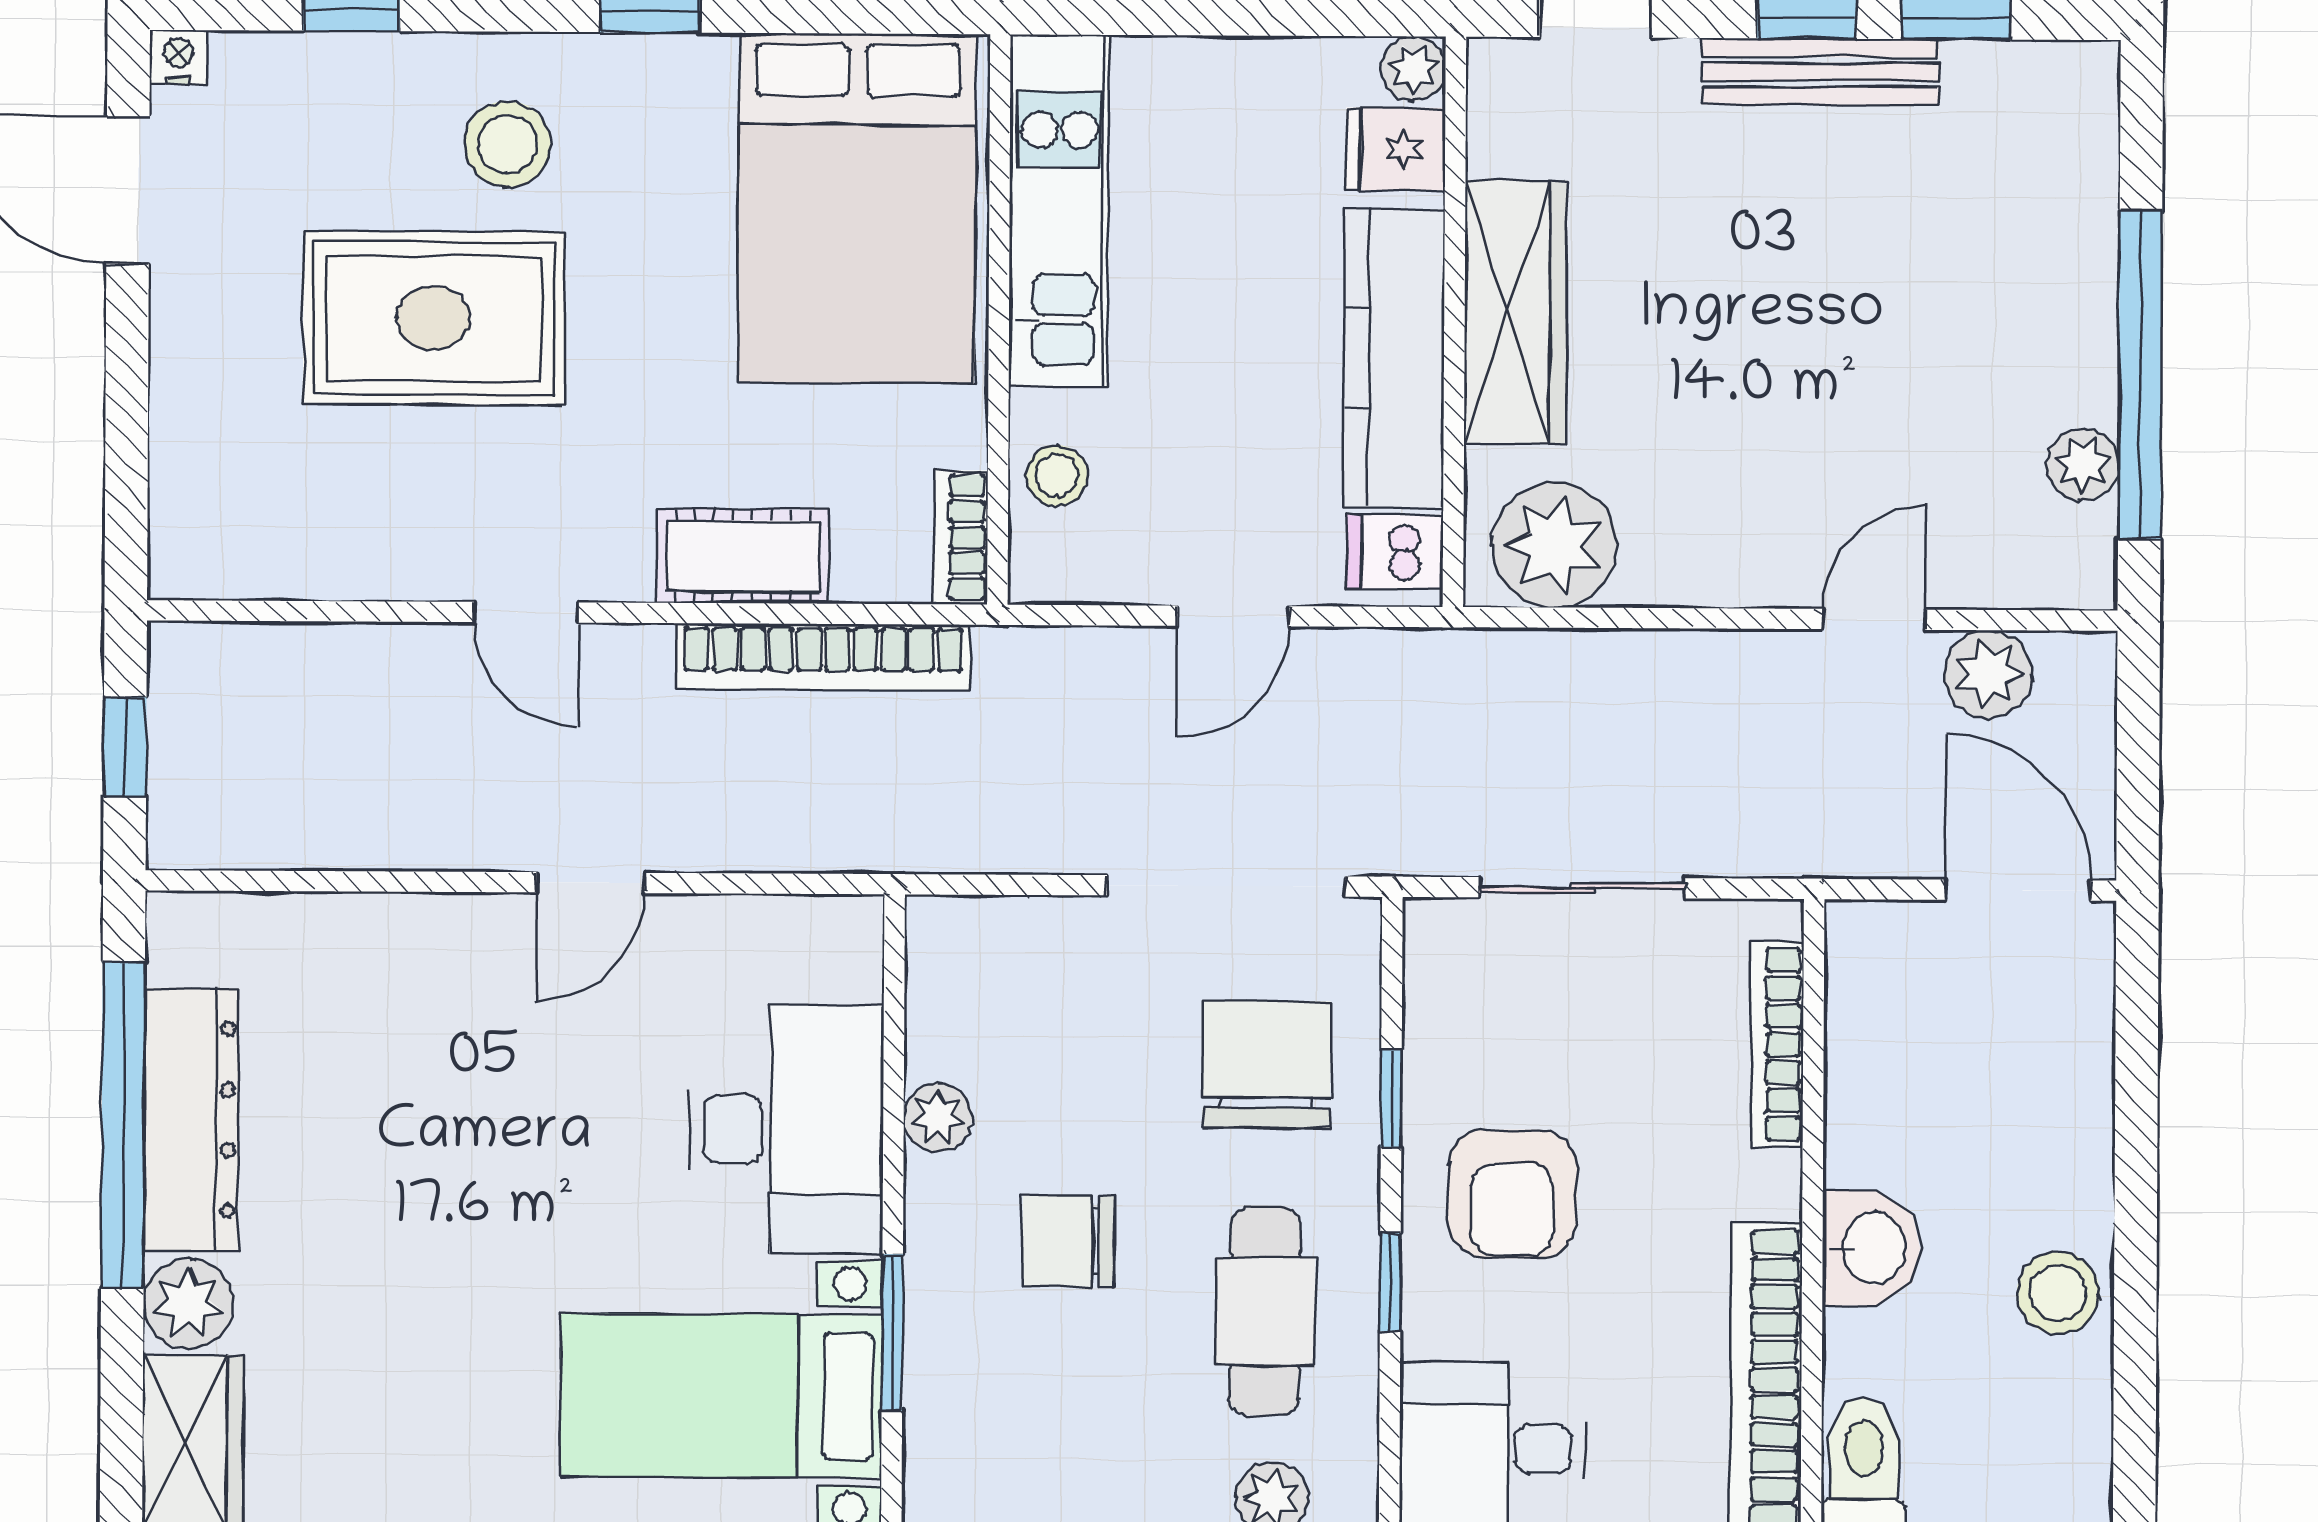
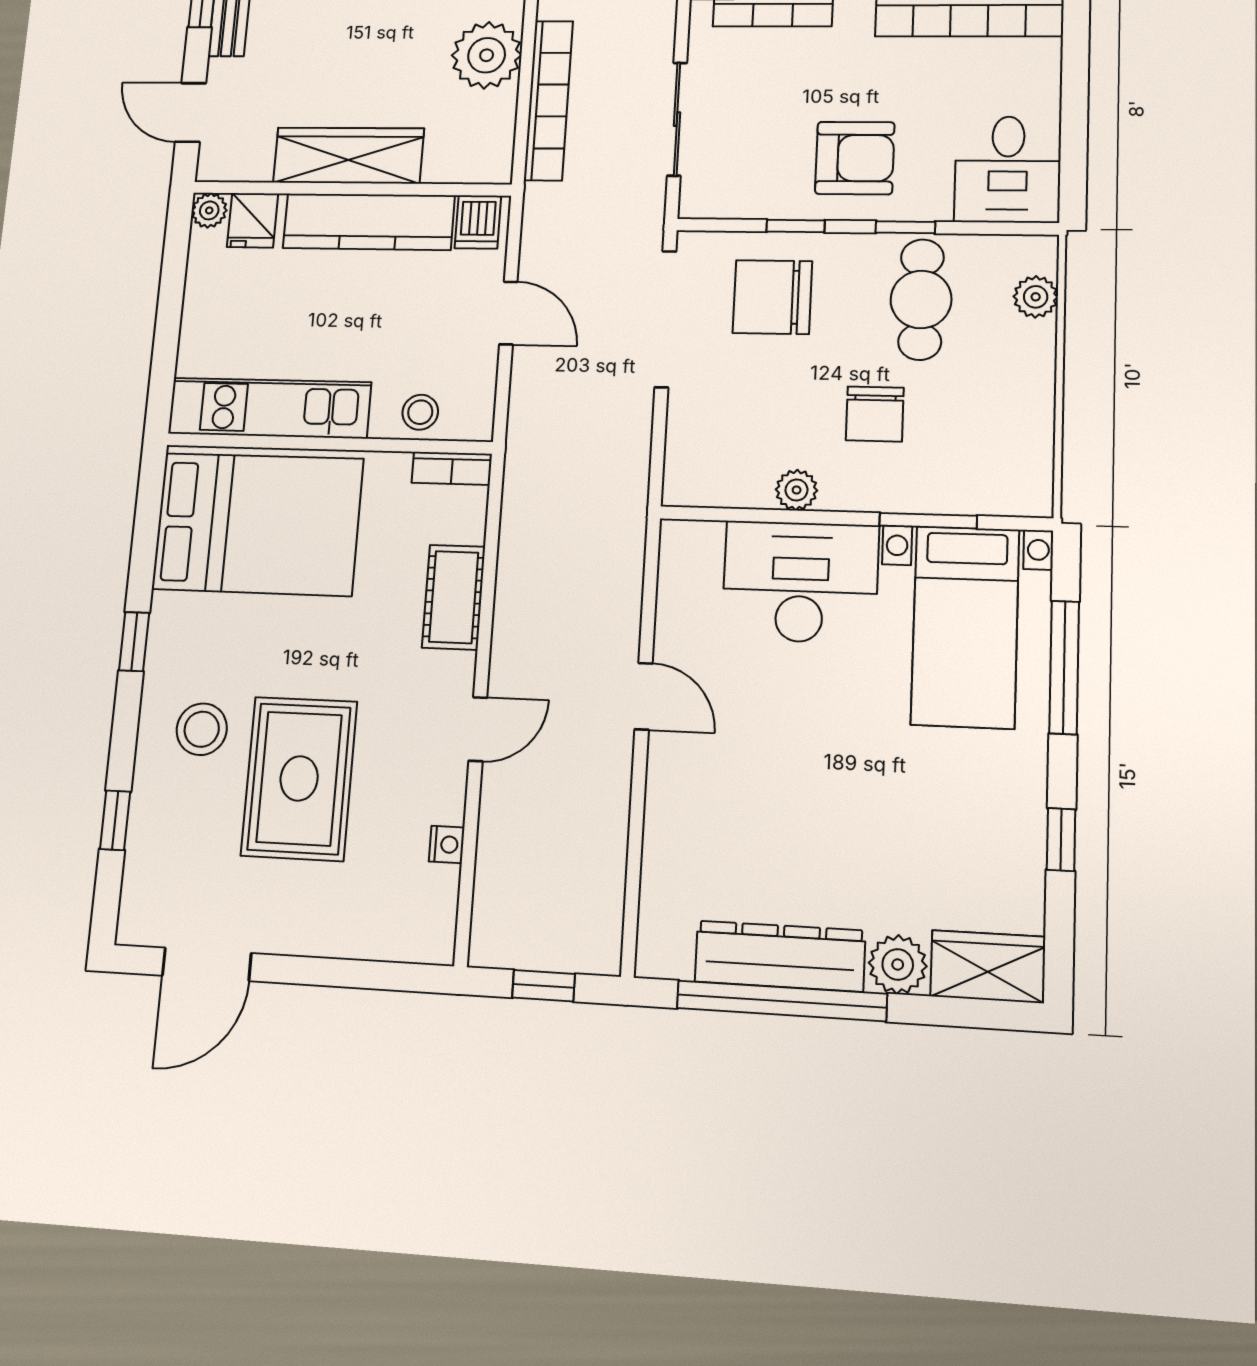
nightstand: (179, 57) -> (447, 844), moved, turned 180
plant: (1555, 545) -> (487, 55), moved
bookcase: (823, 657) -> (549, 100), moved
cafe table: (1265, 1311) -> (921, 299), turned 90

